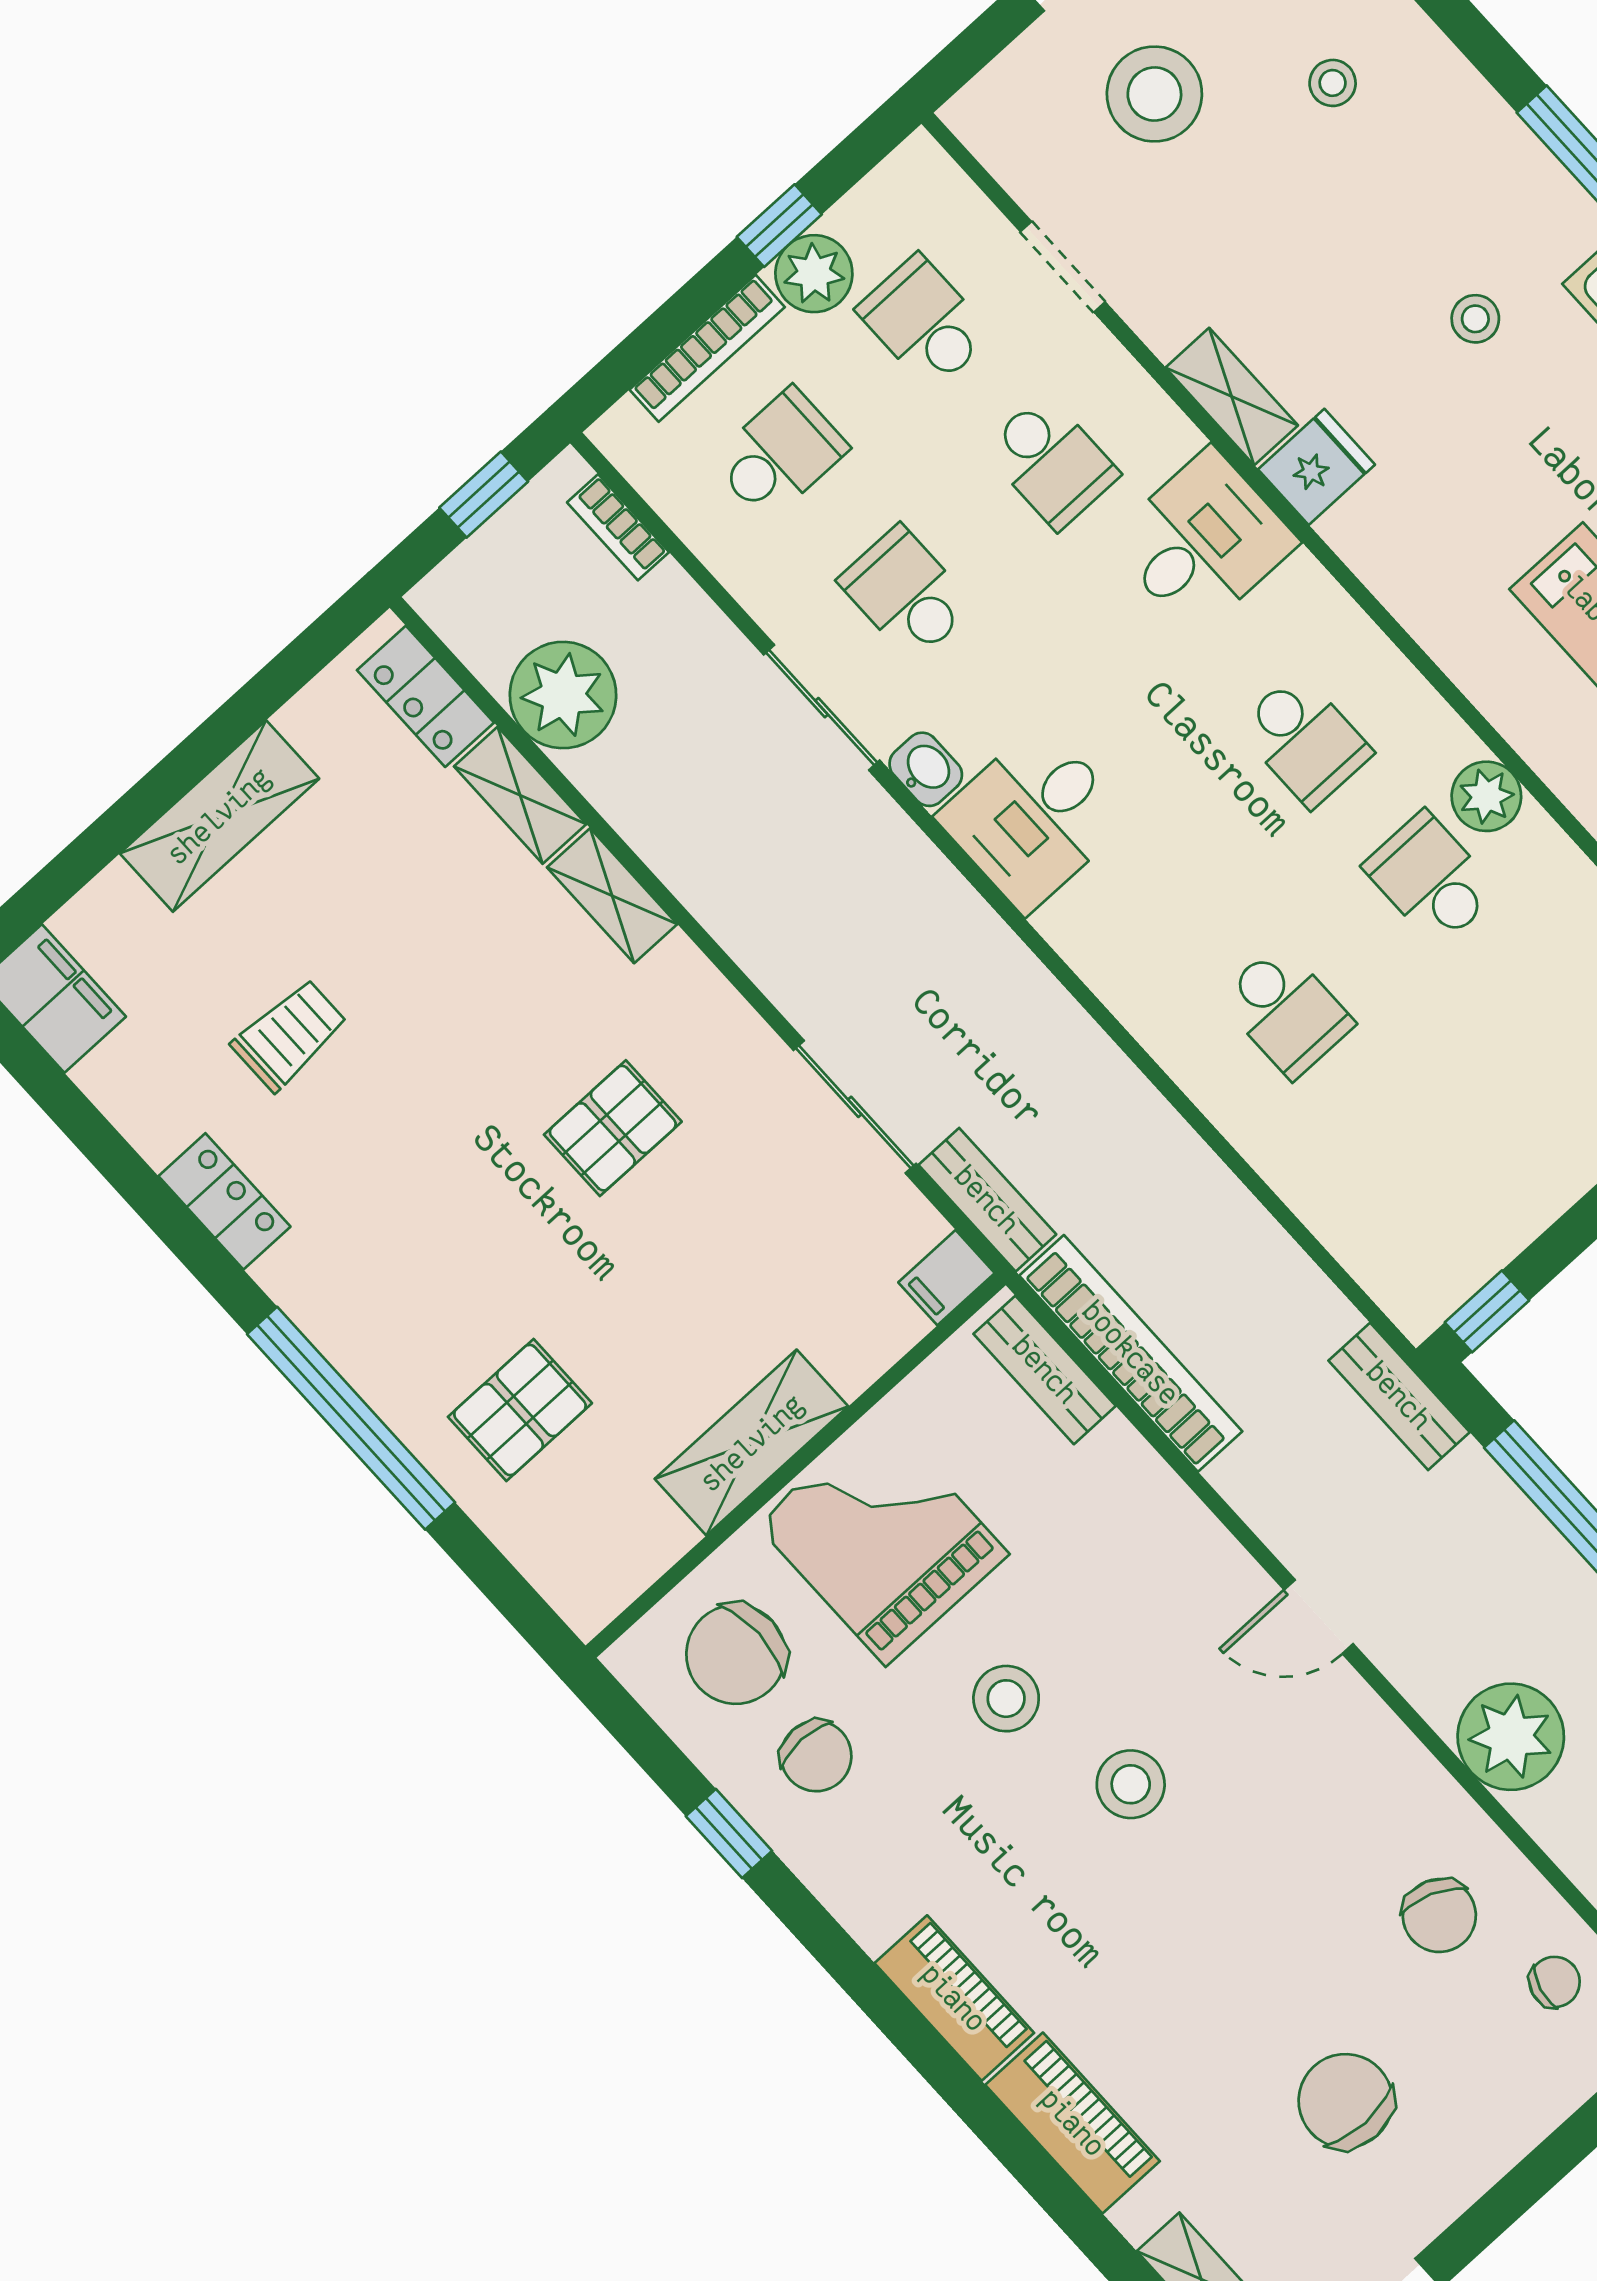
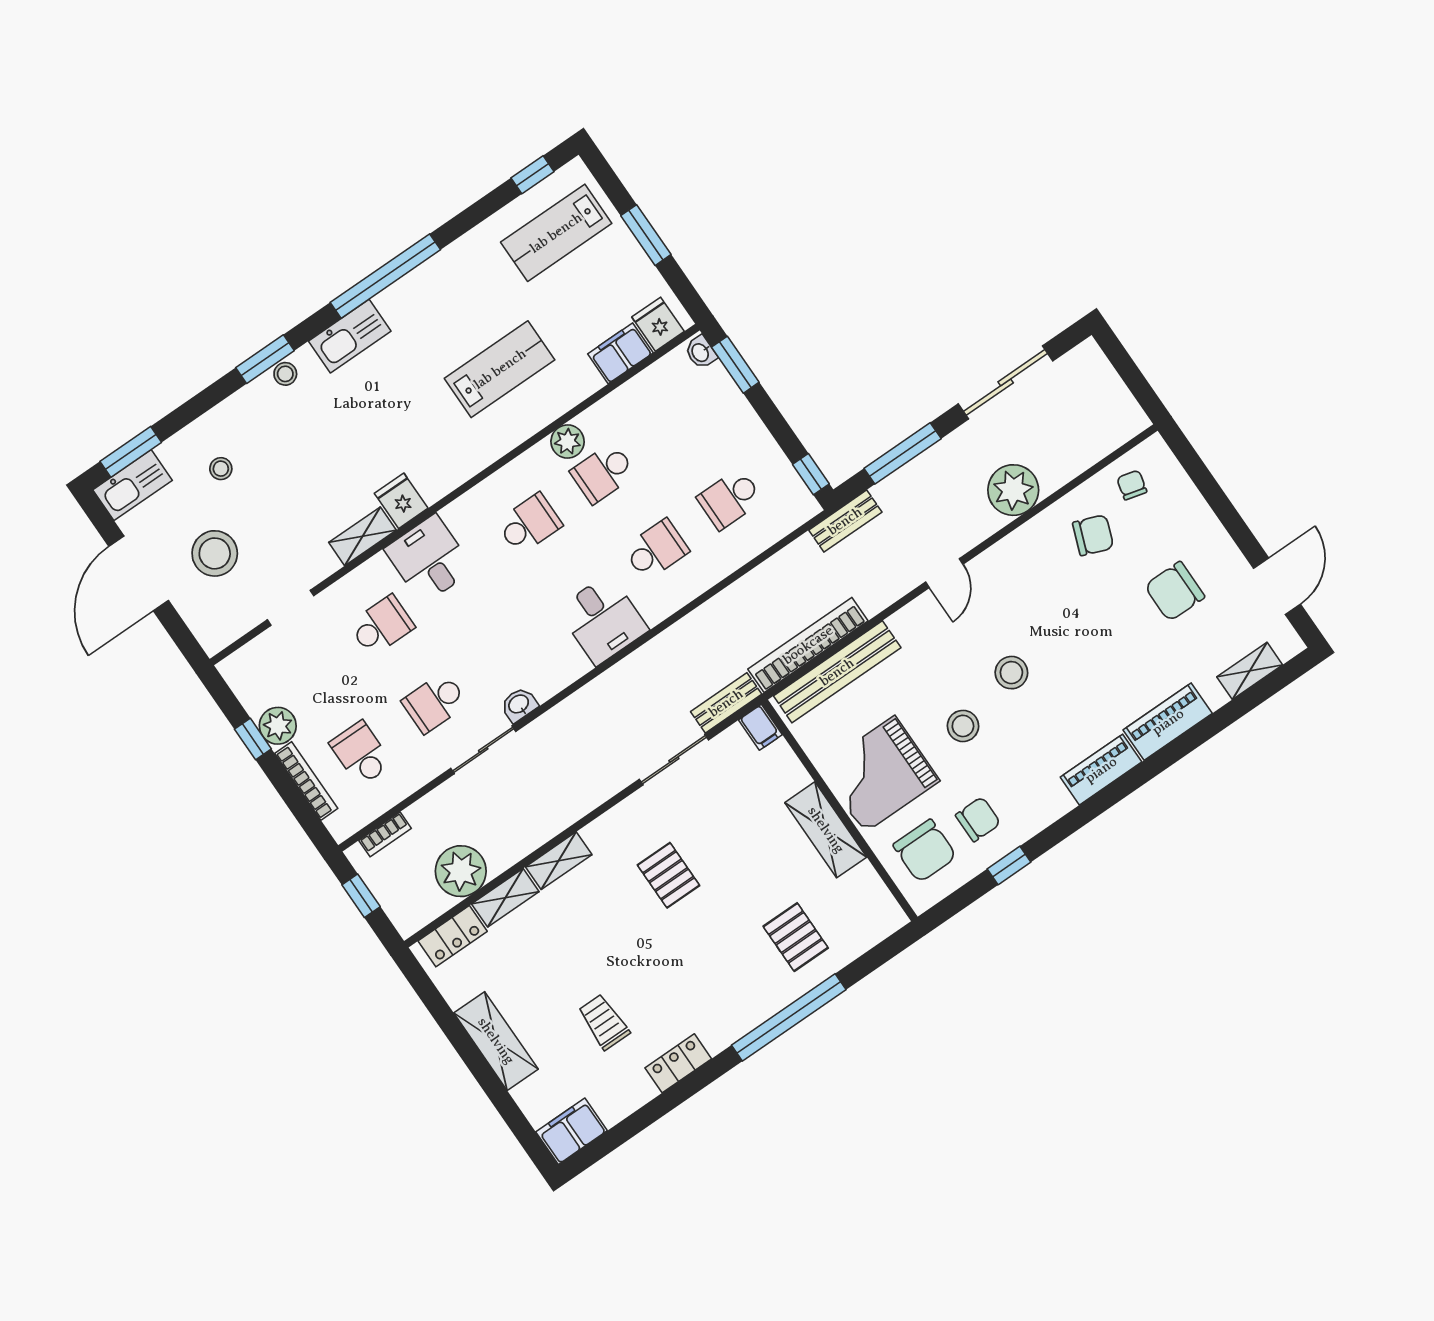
stool: (1475, 319) -> (285, 374), moved
school desk: (925, 322) -> (730, 499), moved
desk: (1034, 818) -> (603, 619), moved
bench: (1045, 1370) -> (837, 672), width x1.86, depth x1.21

